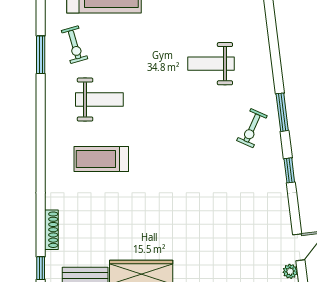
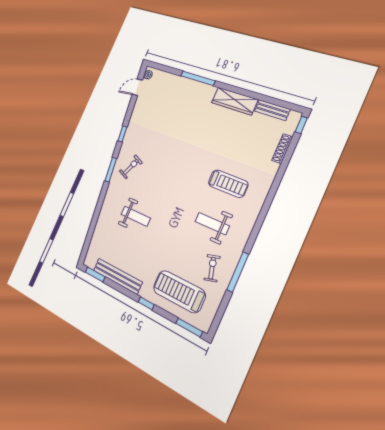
window: (41, 55) -> (238, 272), width x1.44

